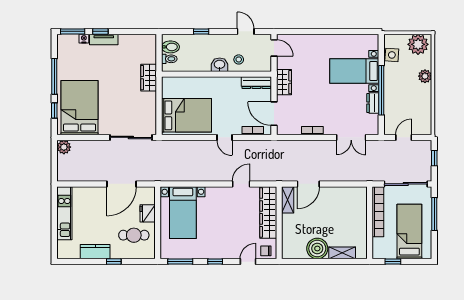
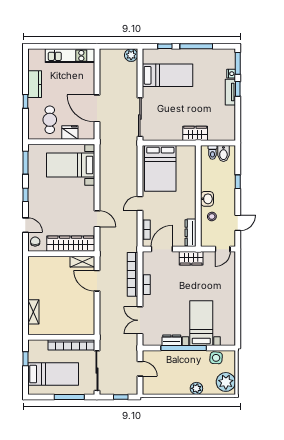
bed: (80, 108) -> (167, 75), width x0.67
bookcase: (301, 145) -> (133, 274), added
boiler: (317, 249) -> (37, 289), removed

